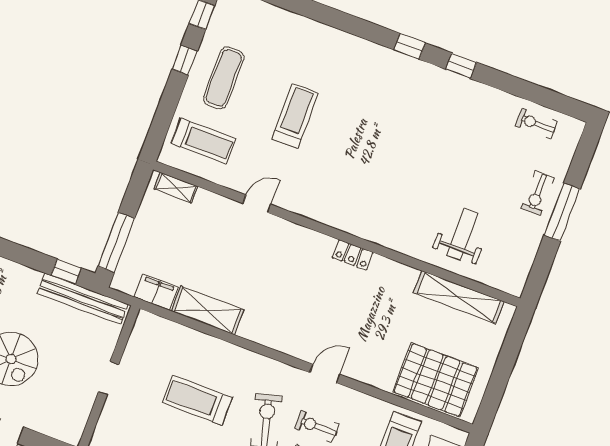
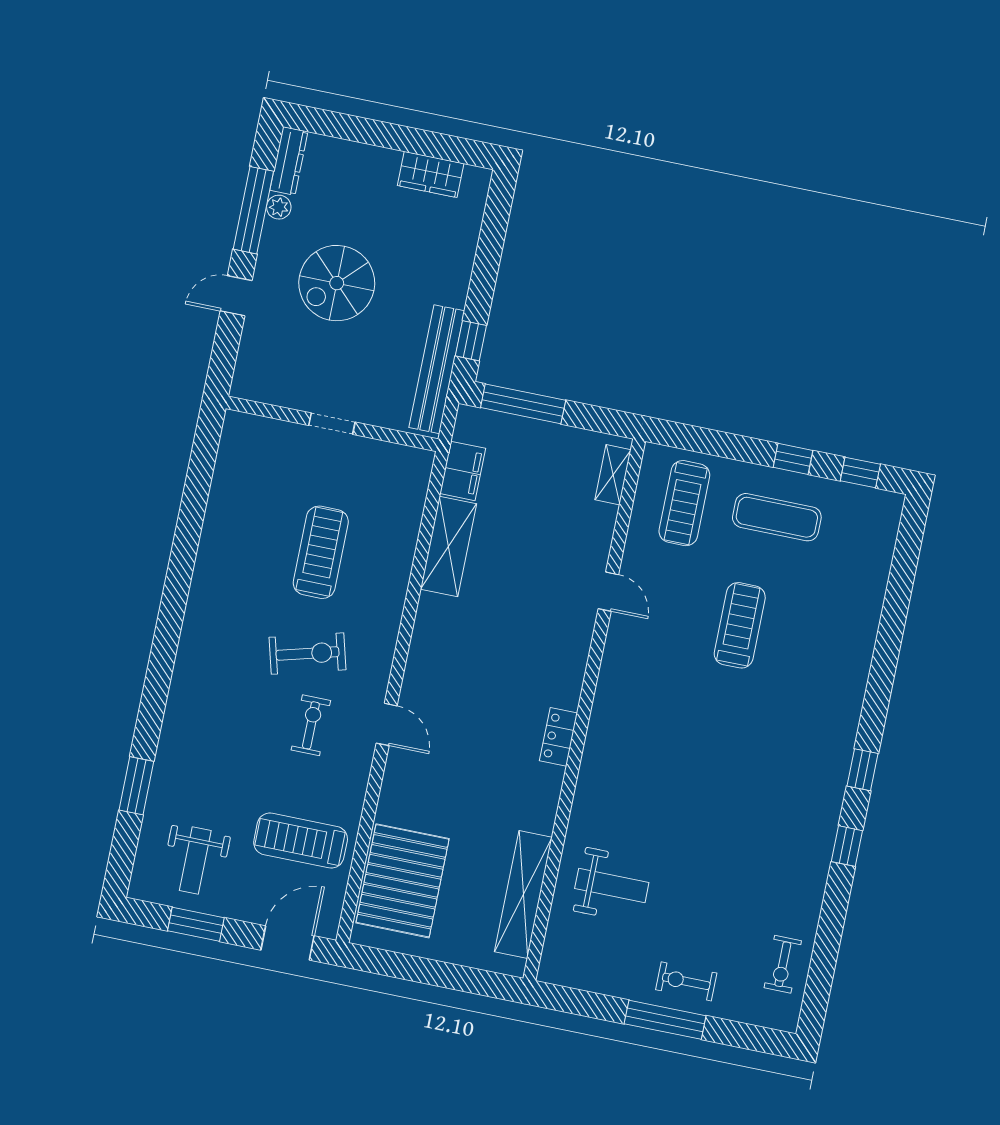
treadmill: (295, 116) -> (740, 625), turned -90
exercise bike: (536, 124) -> (783, 964), turned 180

